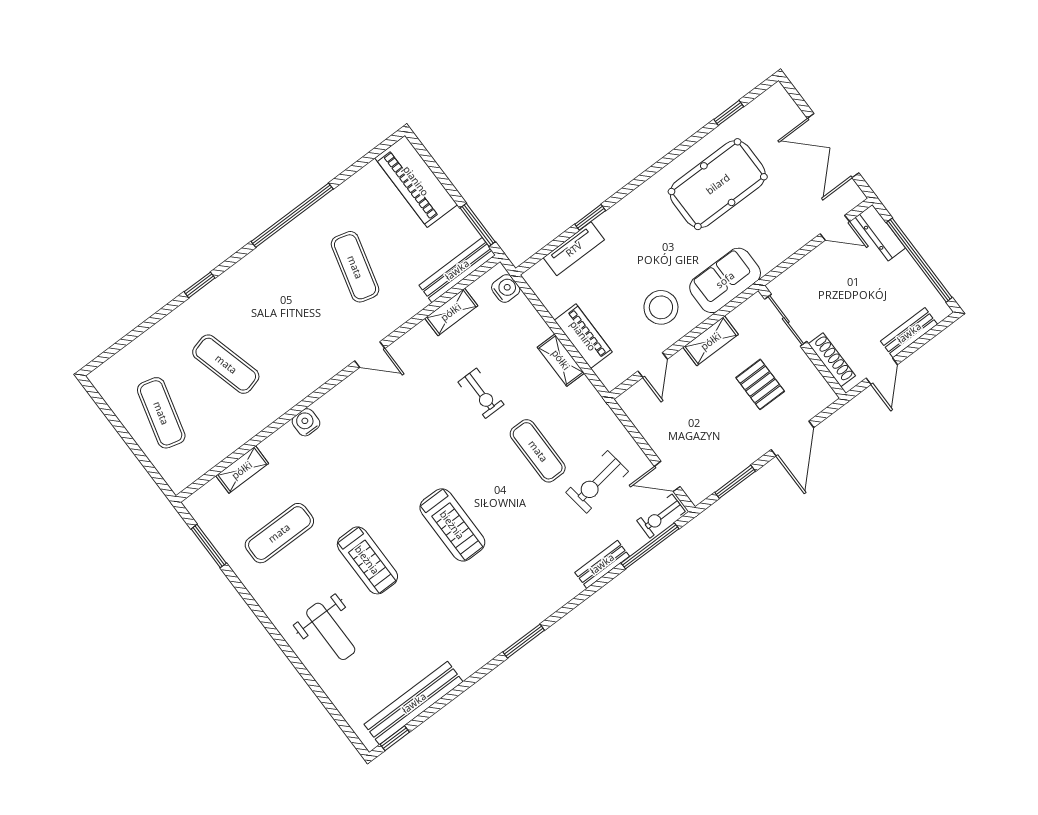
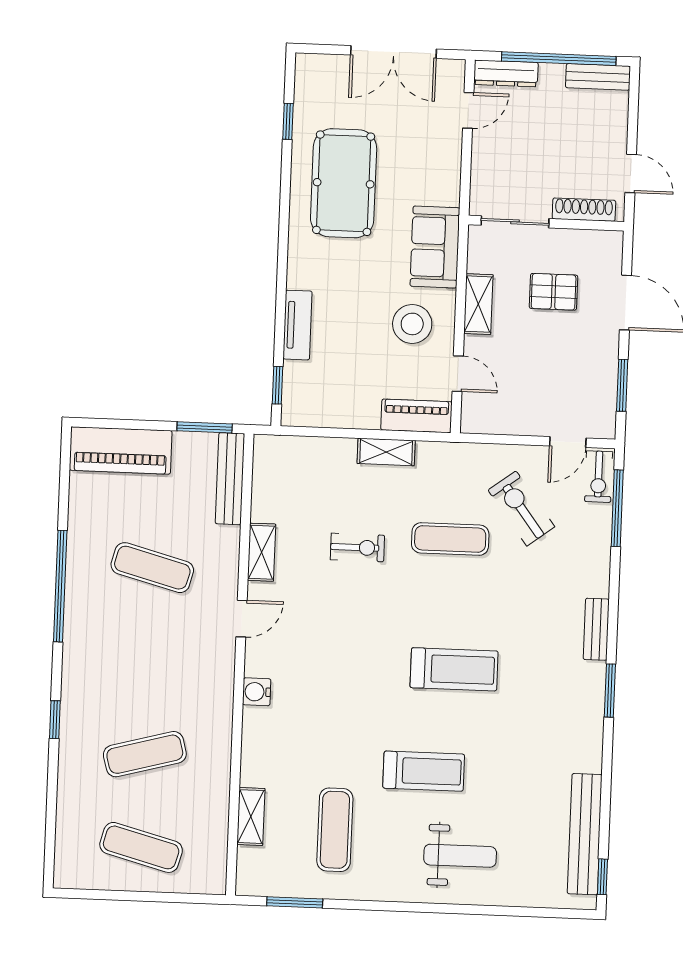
window: (590, 217) -> (277, 385), moved
tv unit: (574, 249) -> (298, 325), moved
water cooler: (506, 288) -> (282, 449), removed
shelving: (451, 312) -> (262, 552), moved
bench: (909, 333) -> (598, 77), moved, turned 90
piano: (583, 336) -> (416, 416), moved
water cooler: (306, 422) -> (257, 692), moved
exercise bike: (597, 482) -> (521, 508), turned 151
bench: (602, 564) -> (596, 629), moved

